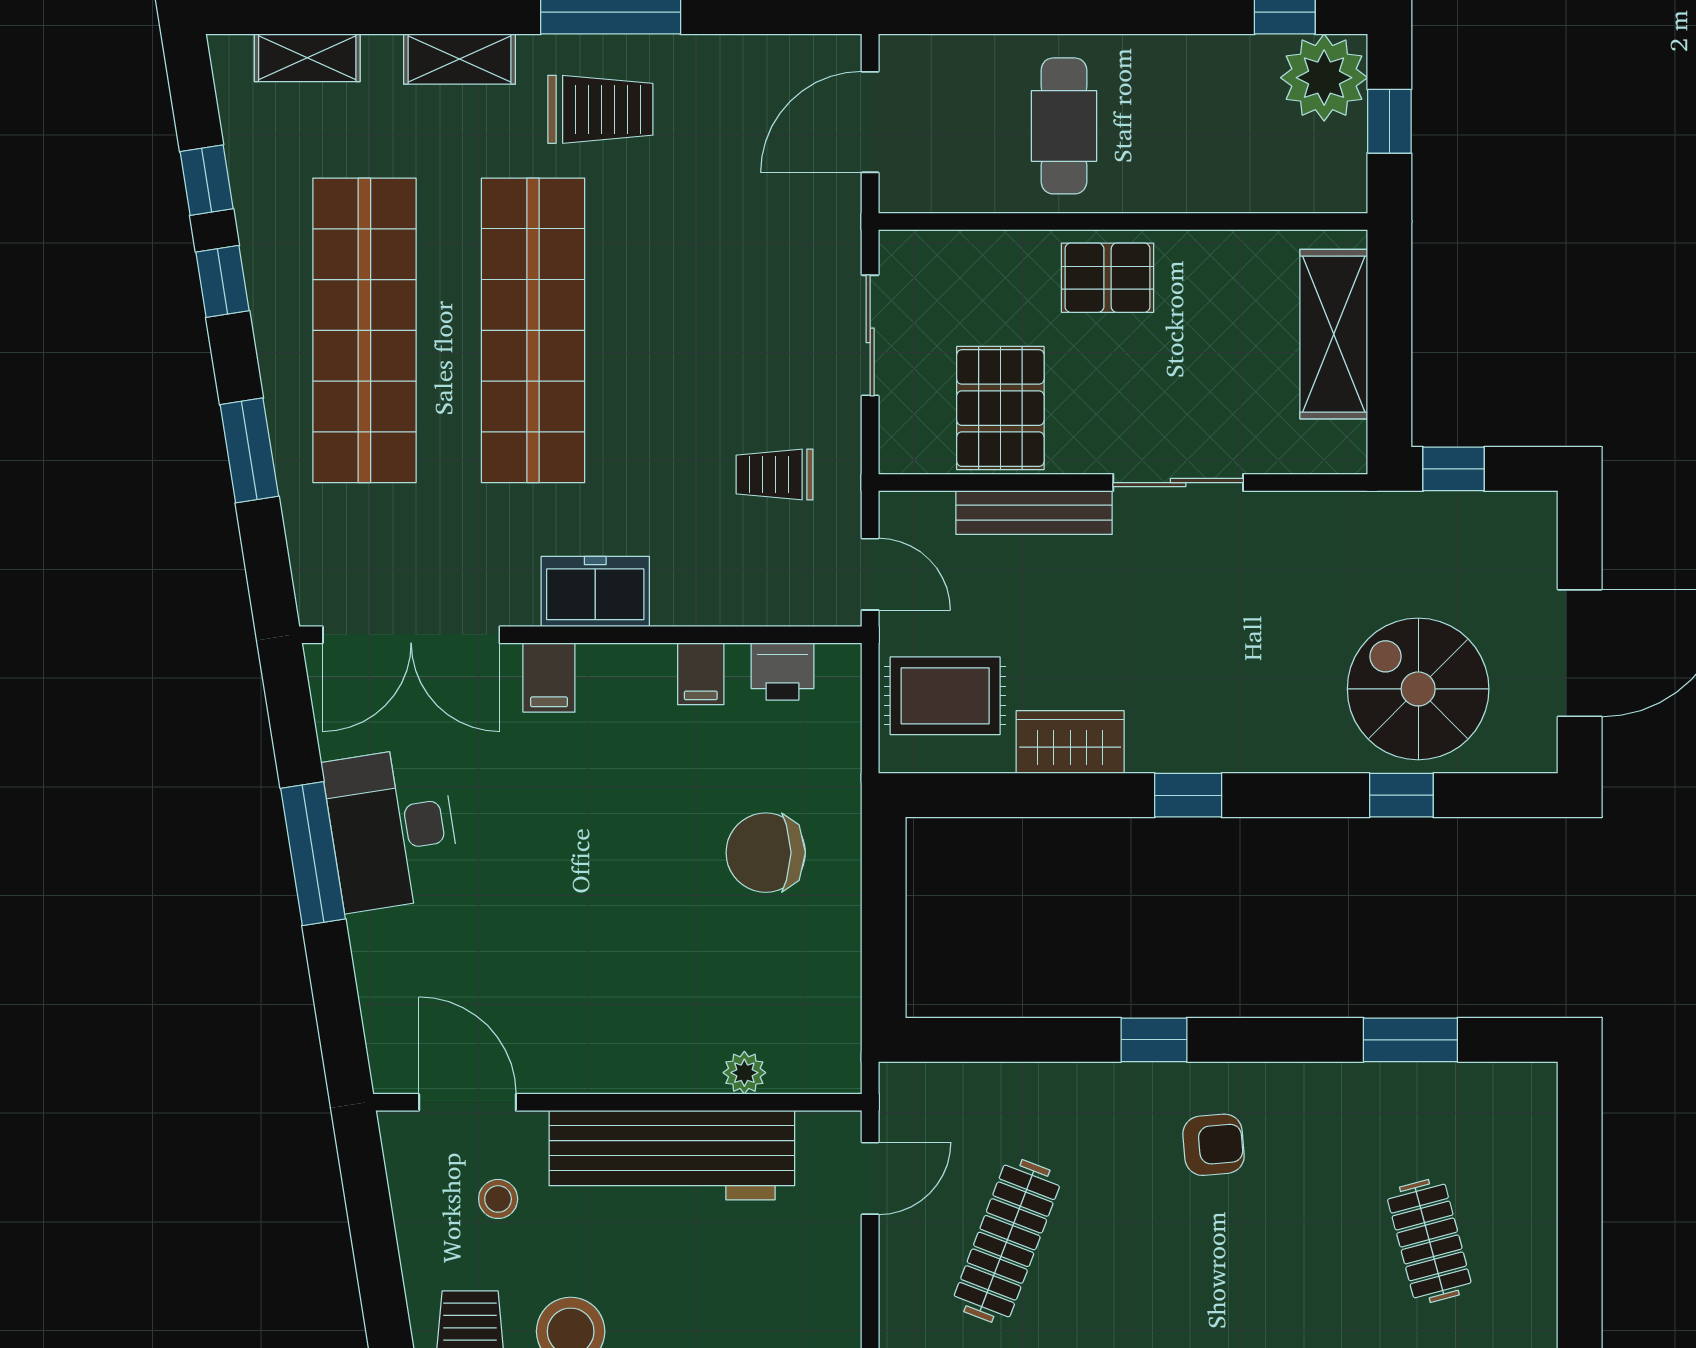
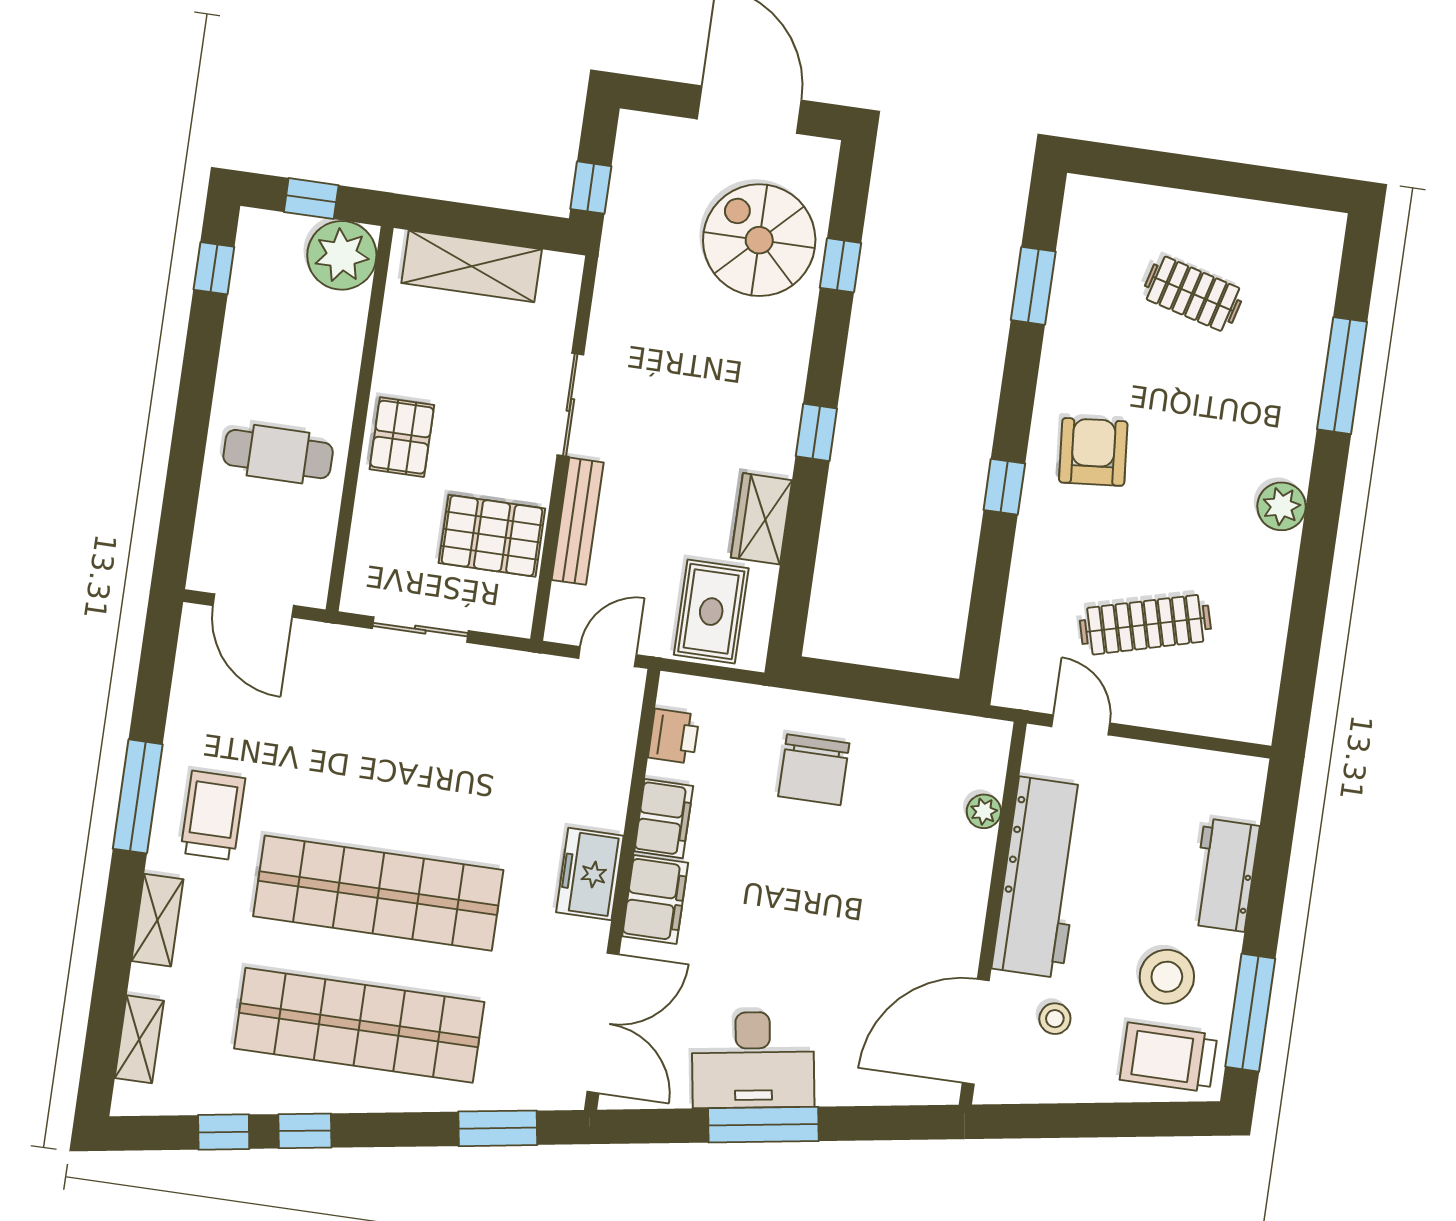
plant: (1324, 78) -> (342, 255), moved
window: (249, 450) -> (498, 1128), moved
trolley: (775, 475) -> (519, 720), removed
filing cabinet: (701, 674) -> (664, 819), width x2.00
filing cabinet: (549, 678) -> (655, 899), width x2.00
spiral stairs: (1418, 689) -> (759, 240), turned 90
door: (467, 1102) -> (976, 1032), width x1.36
armchair: (1214, 1145) -> (1093, 452), width x1.38, depth x1.38
clothes rail: (1007, 1241) -> (1145, 625), turned -36
clothes rail: (1429, 1241) -> (1193, 294), turned 30

